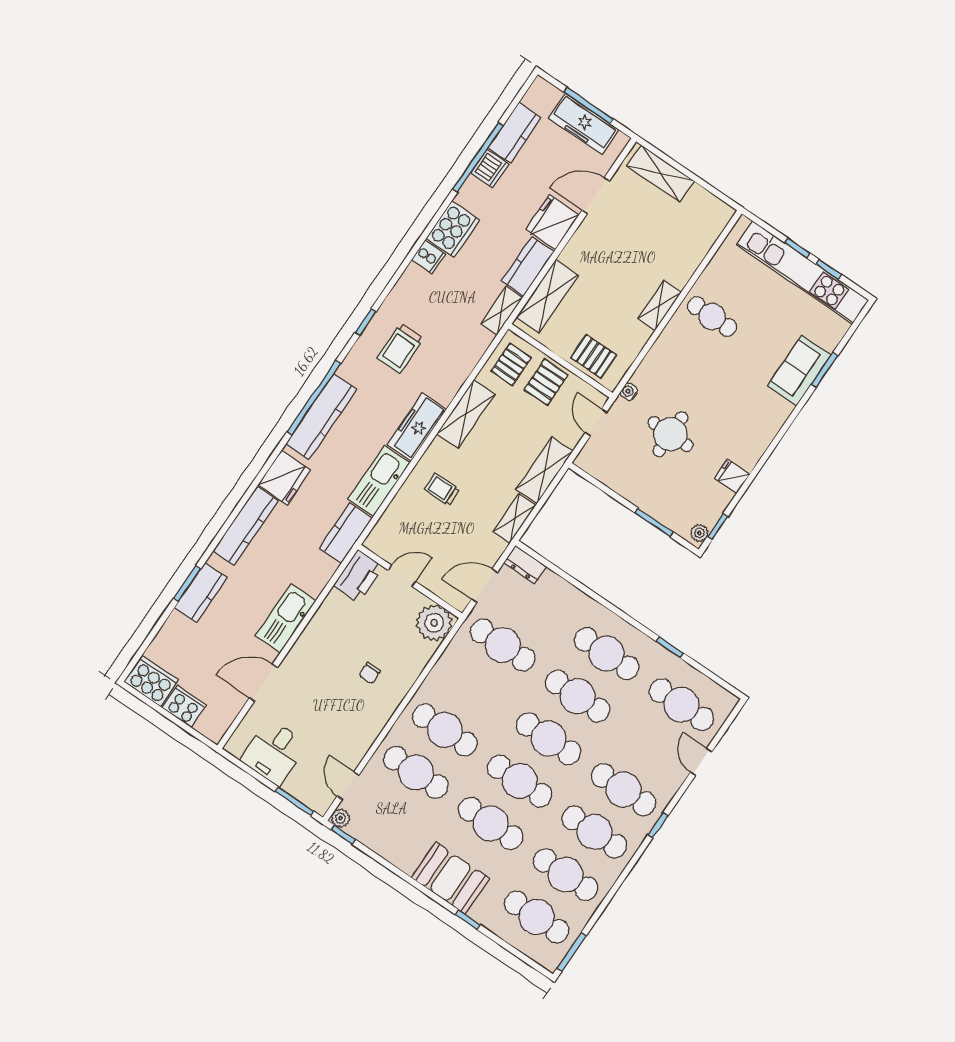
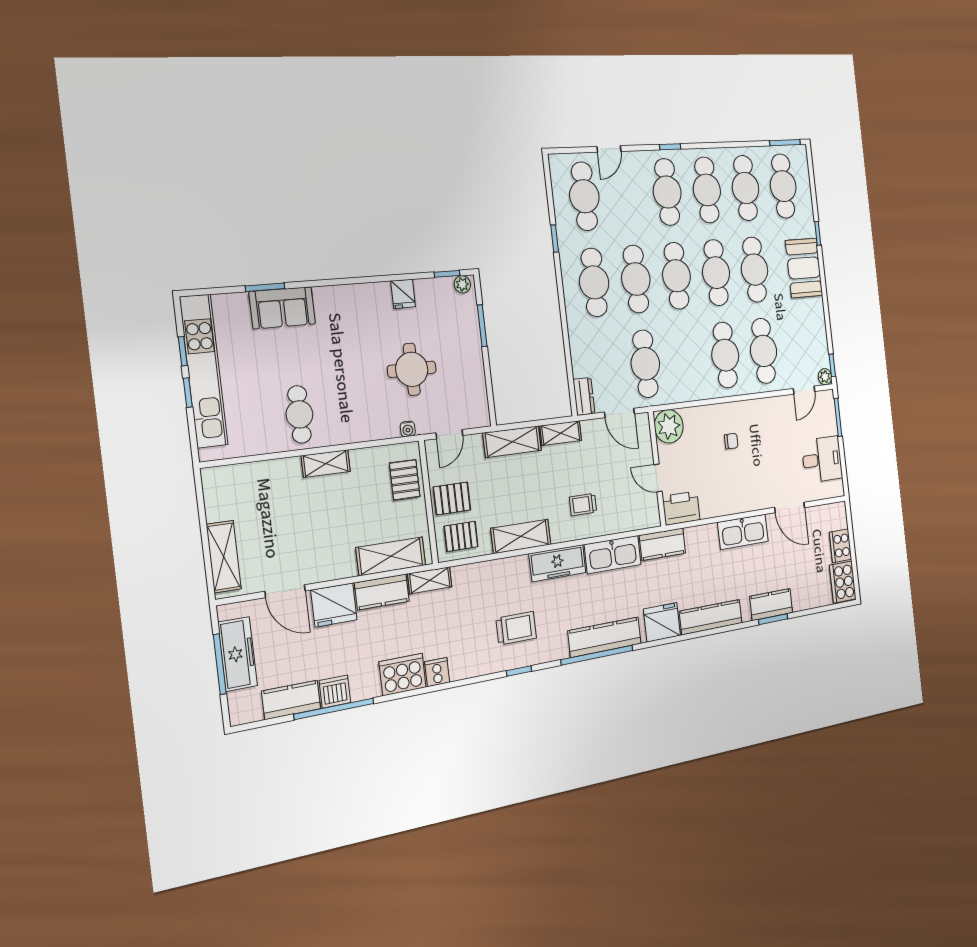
trolley: (442, 489) -> (583, 505), turned 91

